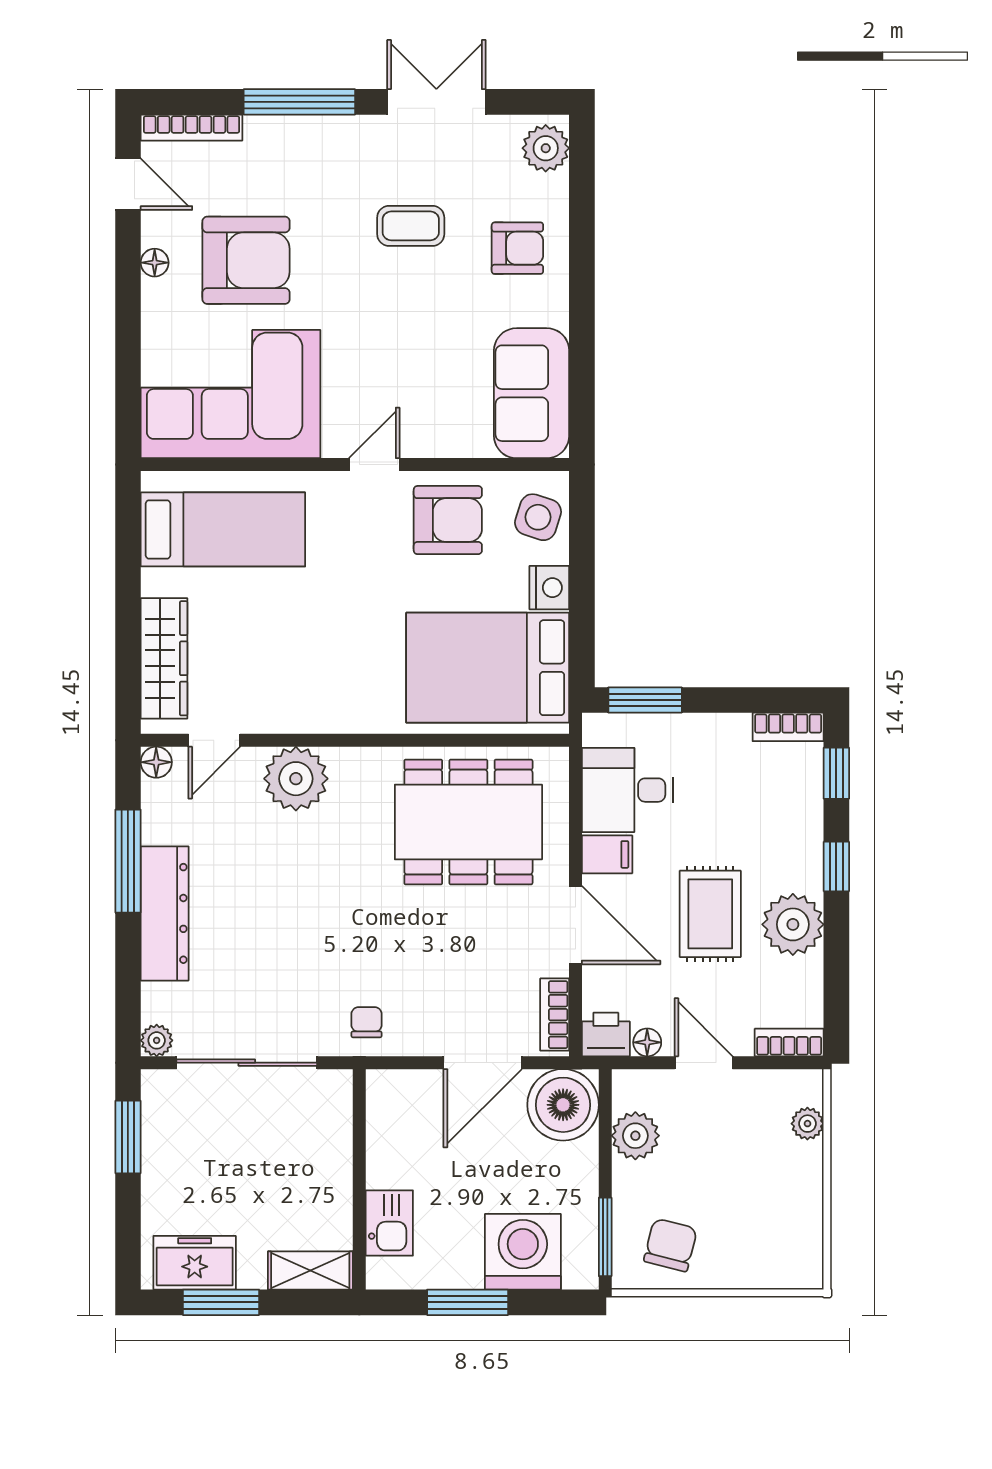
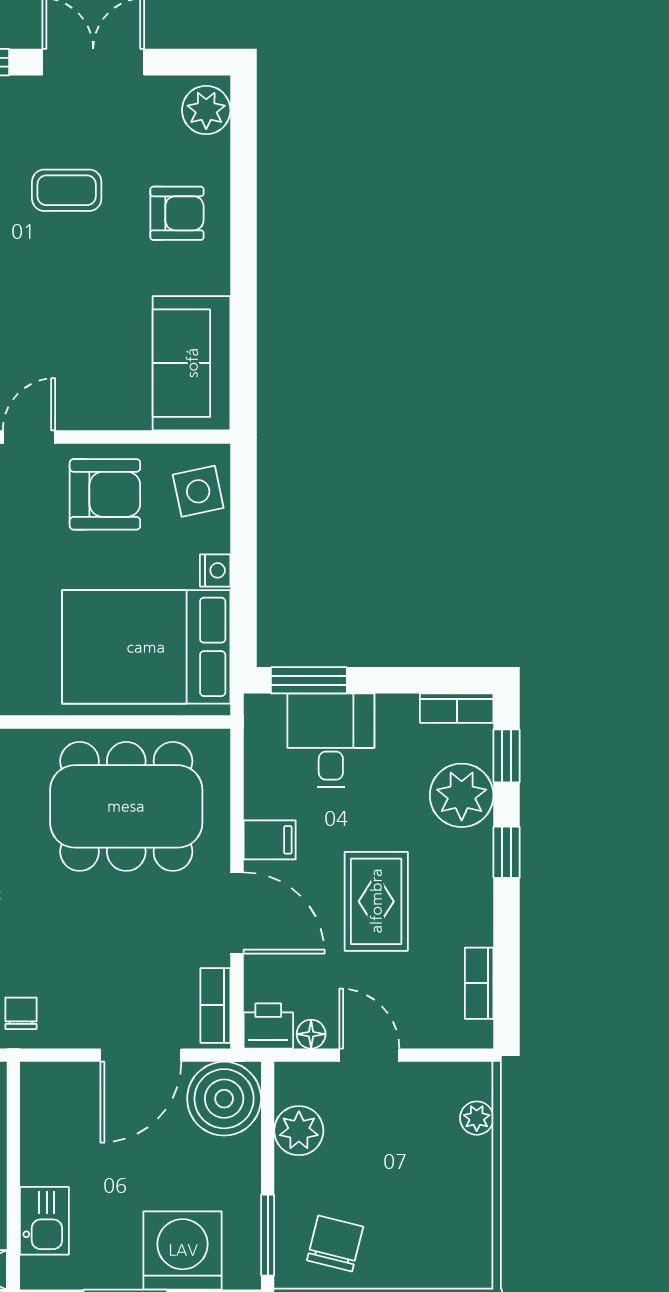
side table: (538, 517) -> (198, 491), turned -30
nightstand: (549, 588) -> (215, 570), width x0.72, depth x0.74
desk: (627, 790) -> (331, 740), moved, turned 90
plant: (793, 924) -> (462, 795), moved
bookcase: (789, 1043) -> (479, 983), moved, turned -90

